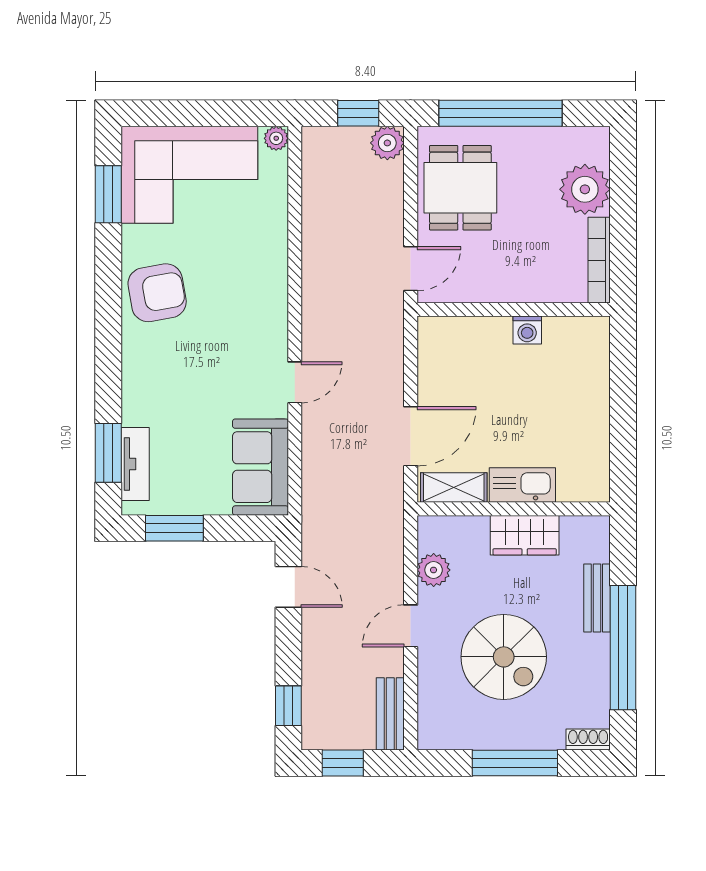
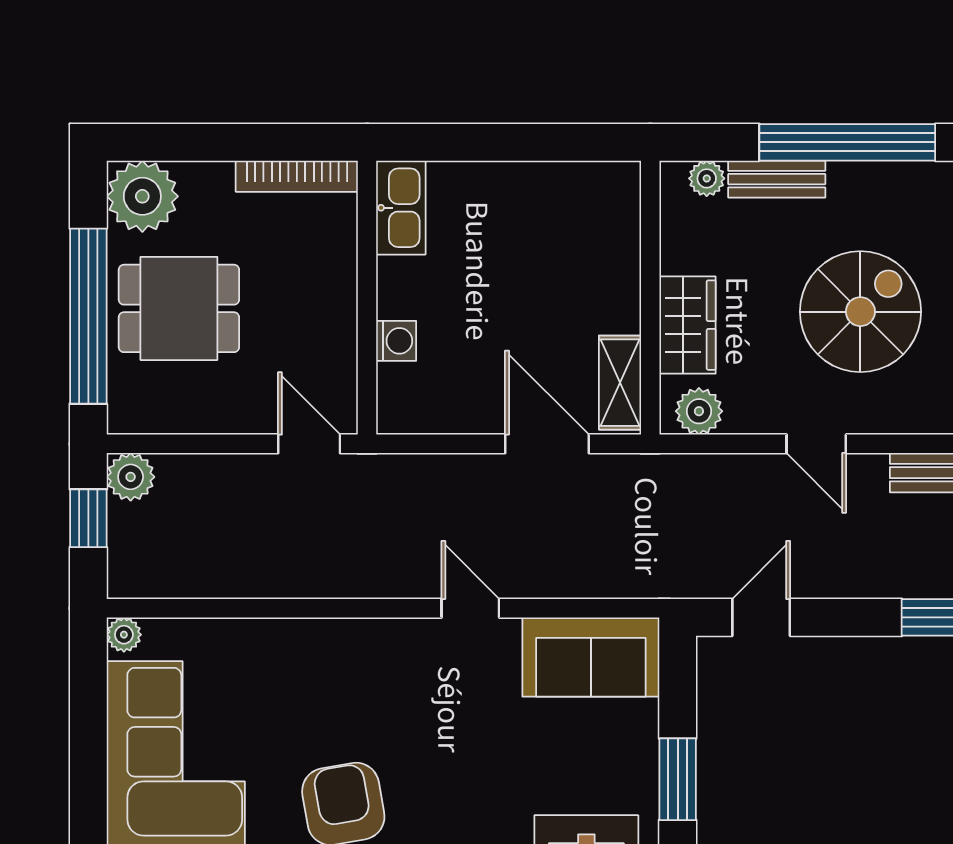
dining table: (460, 188) -> (179, 308), moved
plant: (585, 189) -> (142, 196), moved
washing machine: (527, 330) -> (396, 341), moved
kitchen sink: (522, 485) -> (401, 208), moved, turned 180
wardrobe: (525, 535) -> (688, 325), moved
plant: (597, 549) -> (707, 178), added
plant: (434, 570) -> (699, 411), moved

